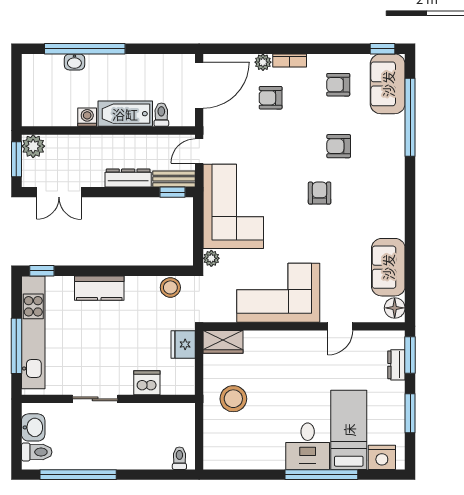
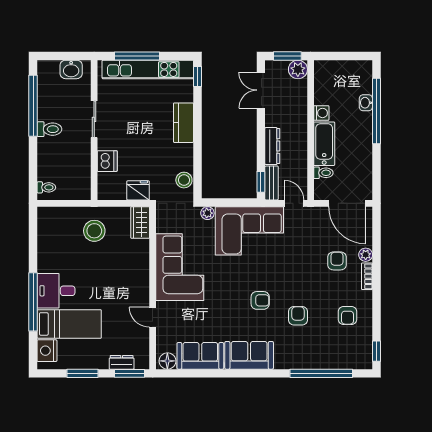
sofa: (388, 84) -> (249, 355), moved
armchair: (338, 85) -> (348, 315), turned 180
toilet: (37, 452) -> (49, 129), moved, turned -90

